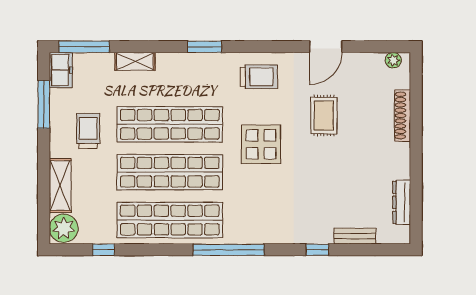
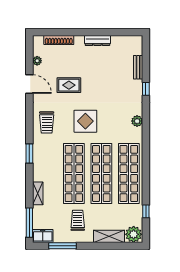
plant: (393, 60) -> (37, 61), moved
trolley: (259, 77) -> (47, 122), turned 180
shoe rack: (402, 116) -> (59, 40), moved
trolley: (88, 131) -> (78, 220), turned 90
dresser: (402, 202) -> (97, 40), moved
plant: (261, 234) -> (137, 121), added
window: (229, 250) -> (146, 140), removed

